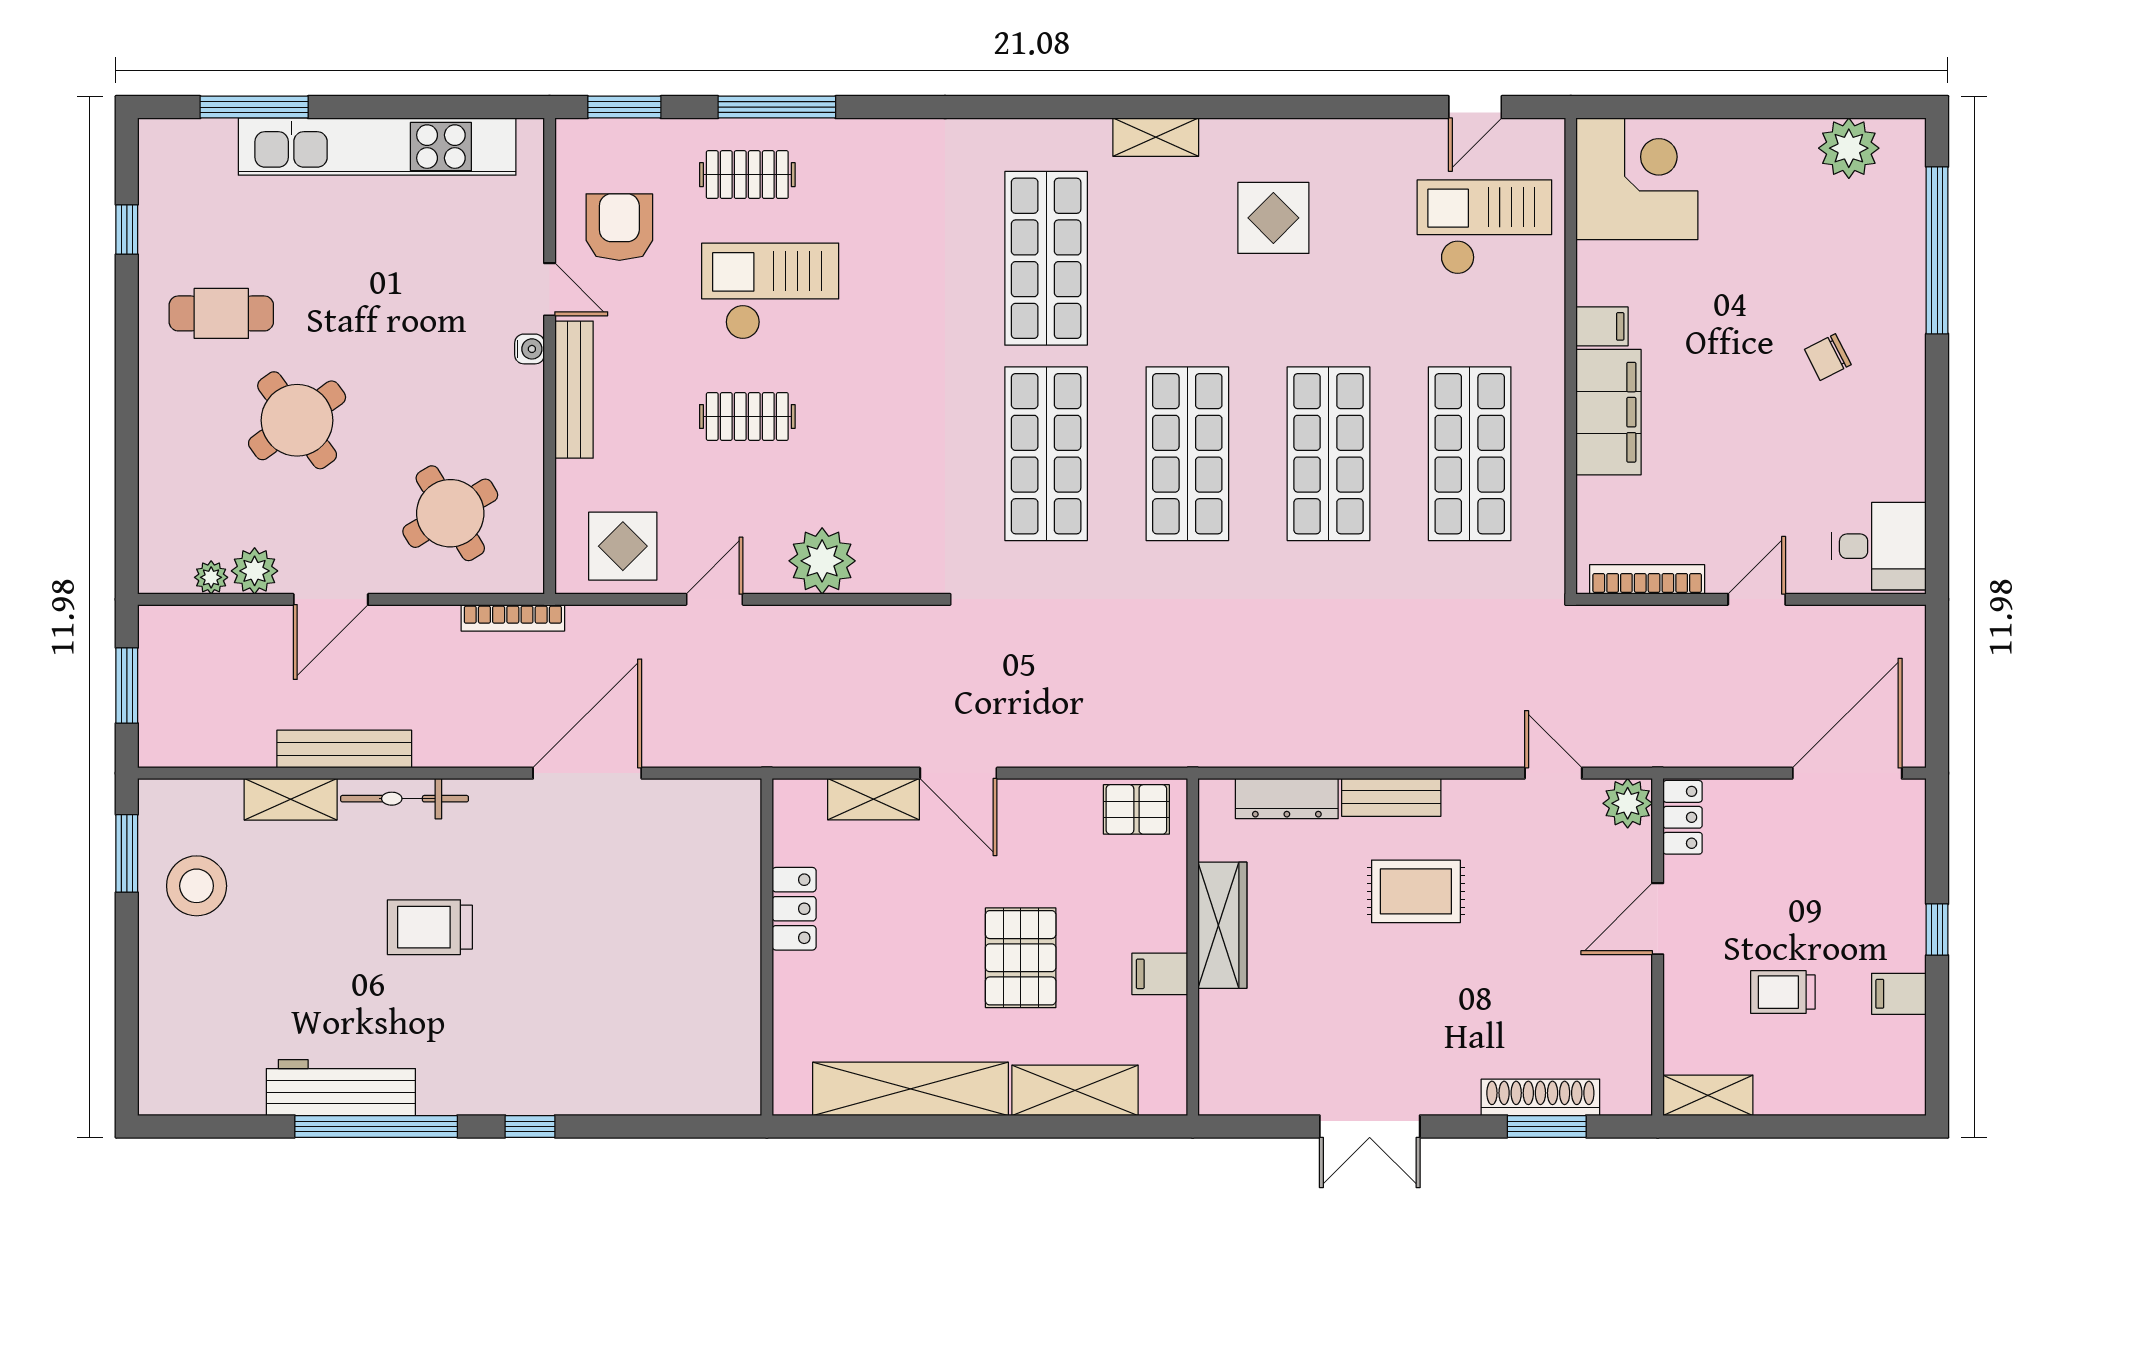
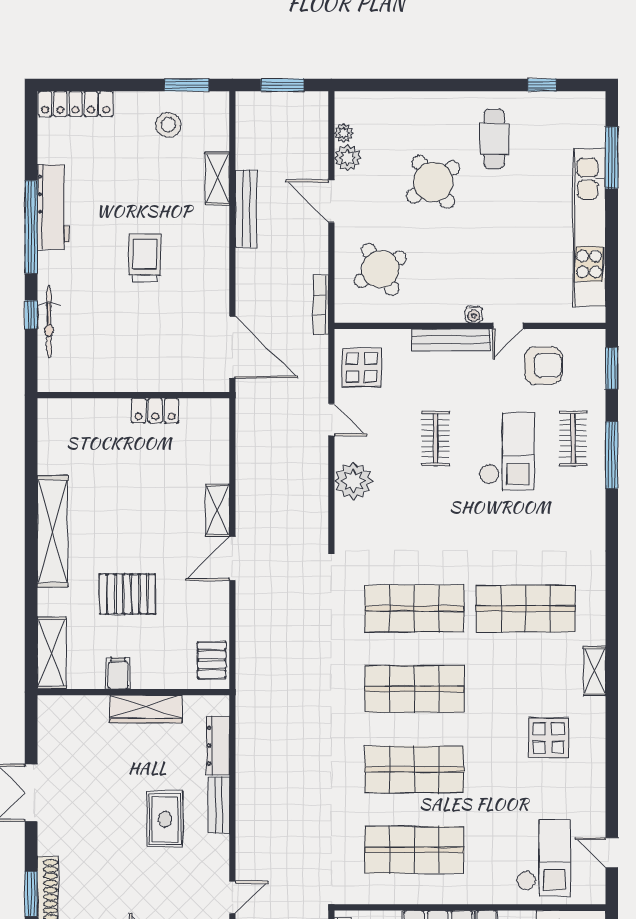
bicycle: (405, 799) -> (49, 322), moved, turned 180
stool: (197, 886) -> (168, 125), width x0.73, depth x0.73
locker: (794, 909) -> (155, 411), moved
wall: (767, 947) -> (133, 395), moved
locker: (160, 1048) -> (76, 104), added
shelving: (1075, 1090) -> (52, 653), moved

